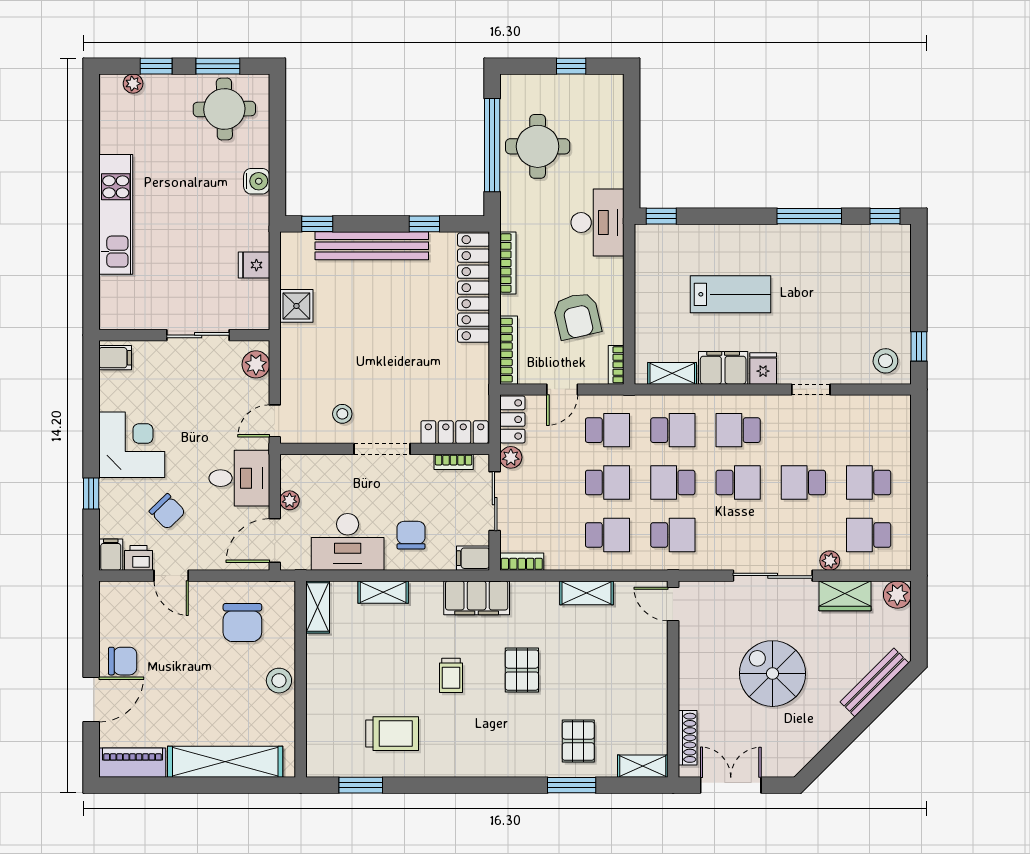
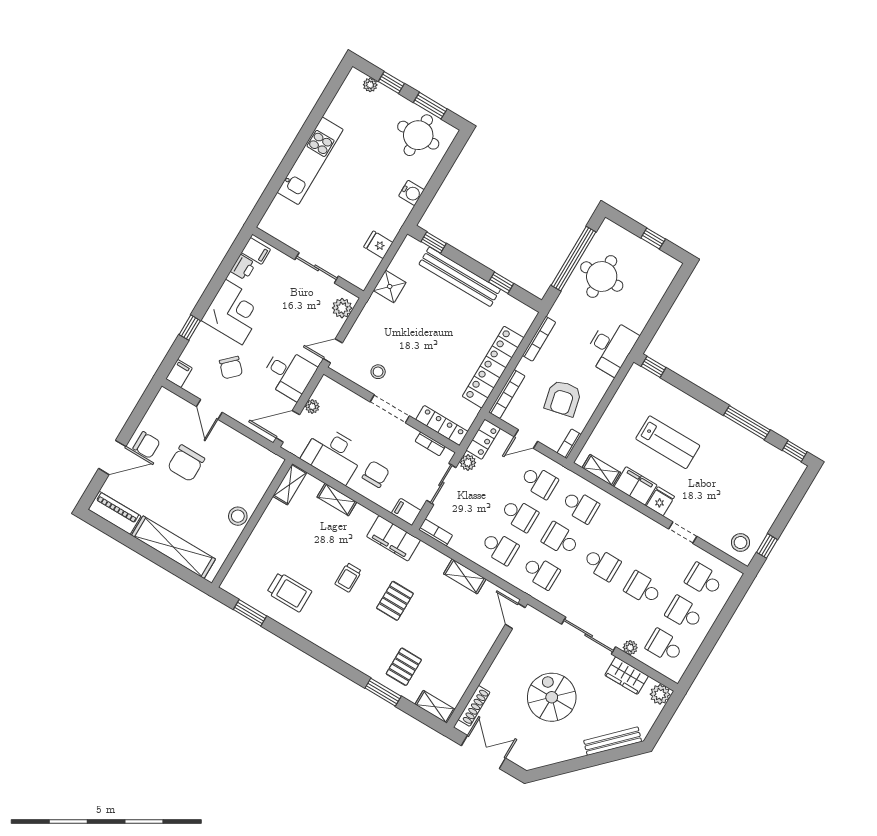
locker: (474, 288) -> (493, 367), moved
school desk: (738, 430) -> (704, 580), moved
printer: (139, 558) -> (243, 267), moved, turned 90
chair: (242, 623) -> (186, 463), moved

